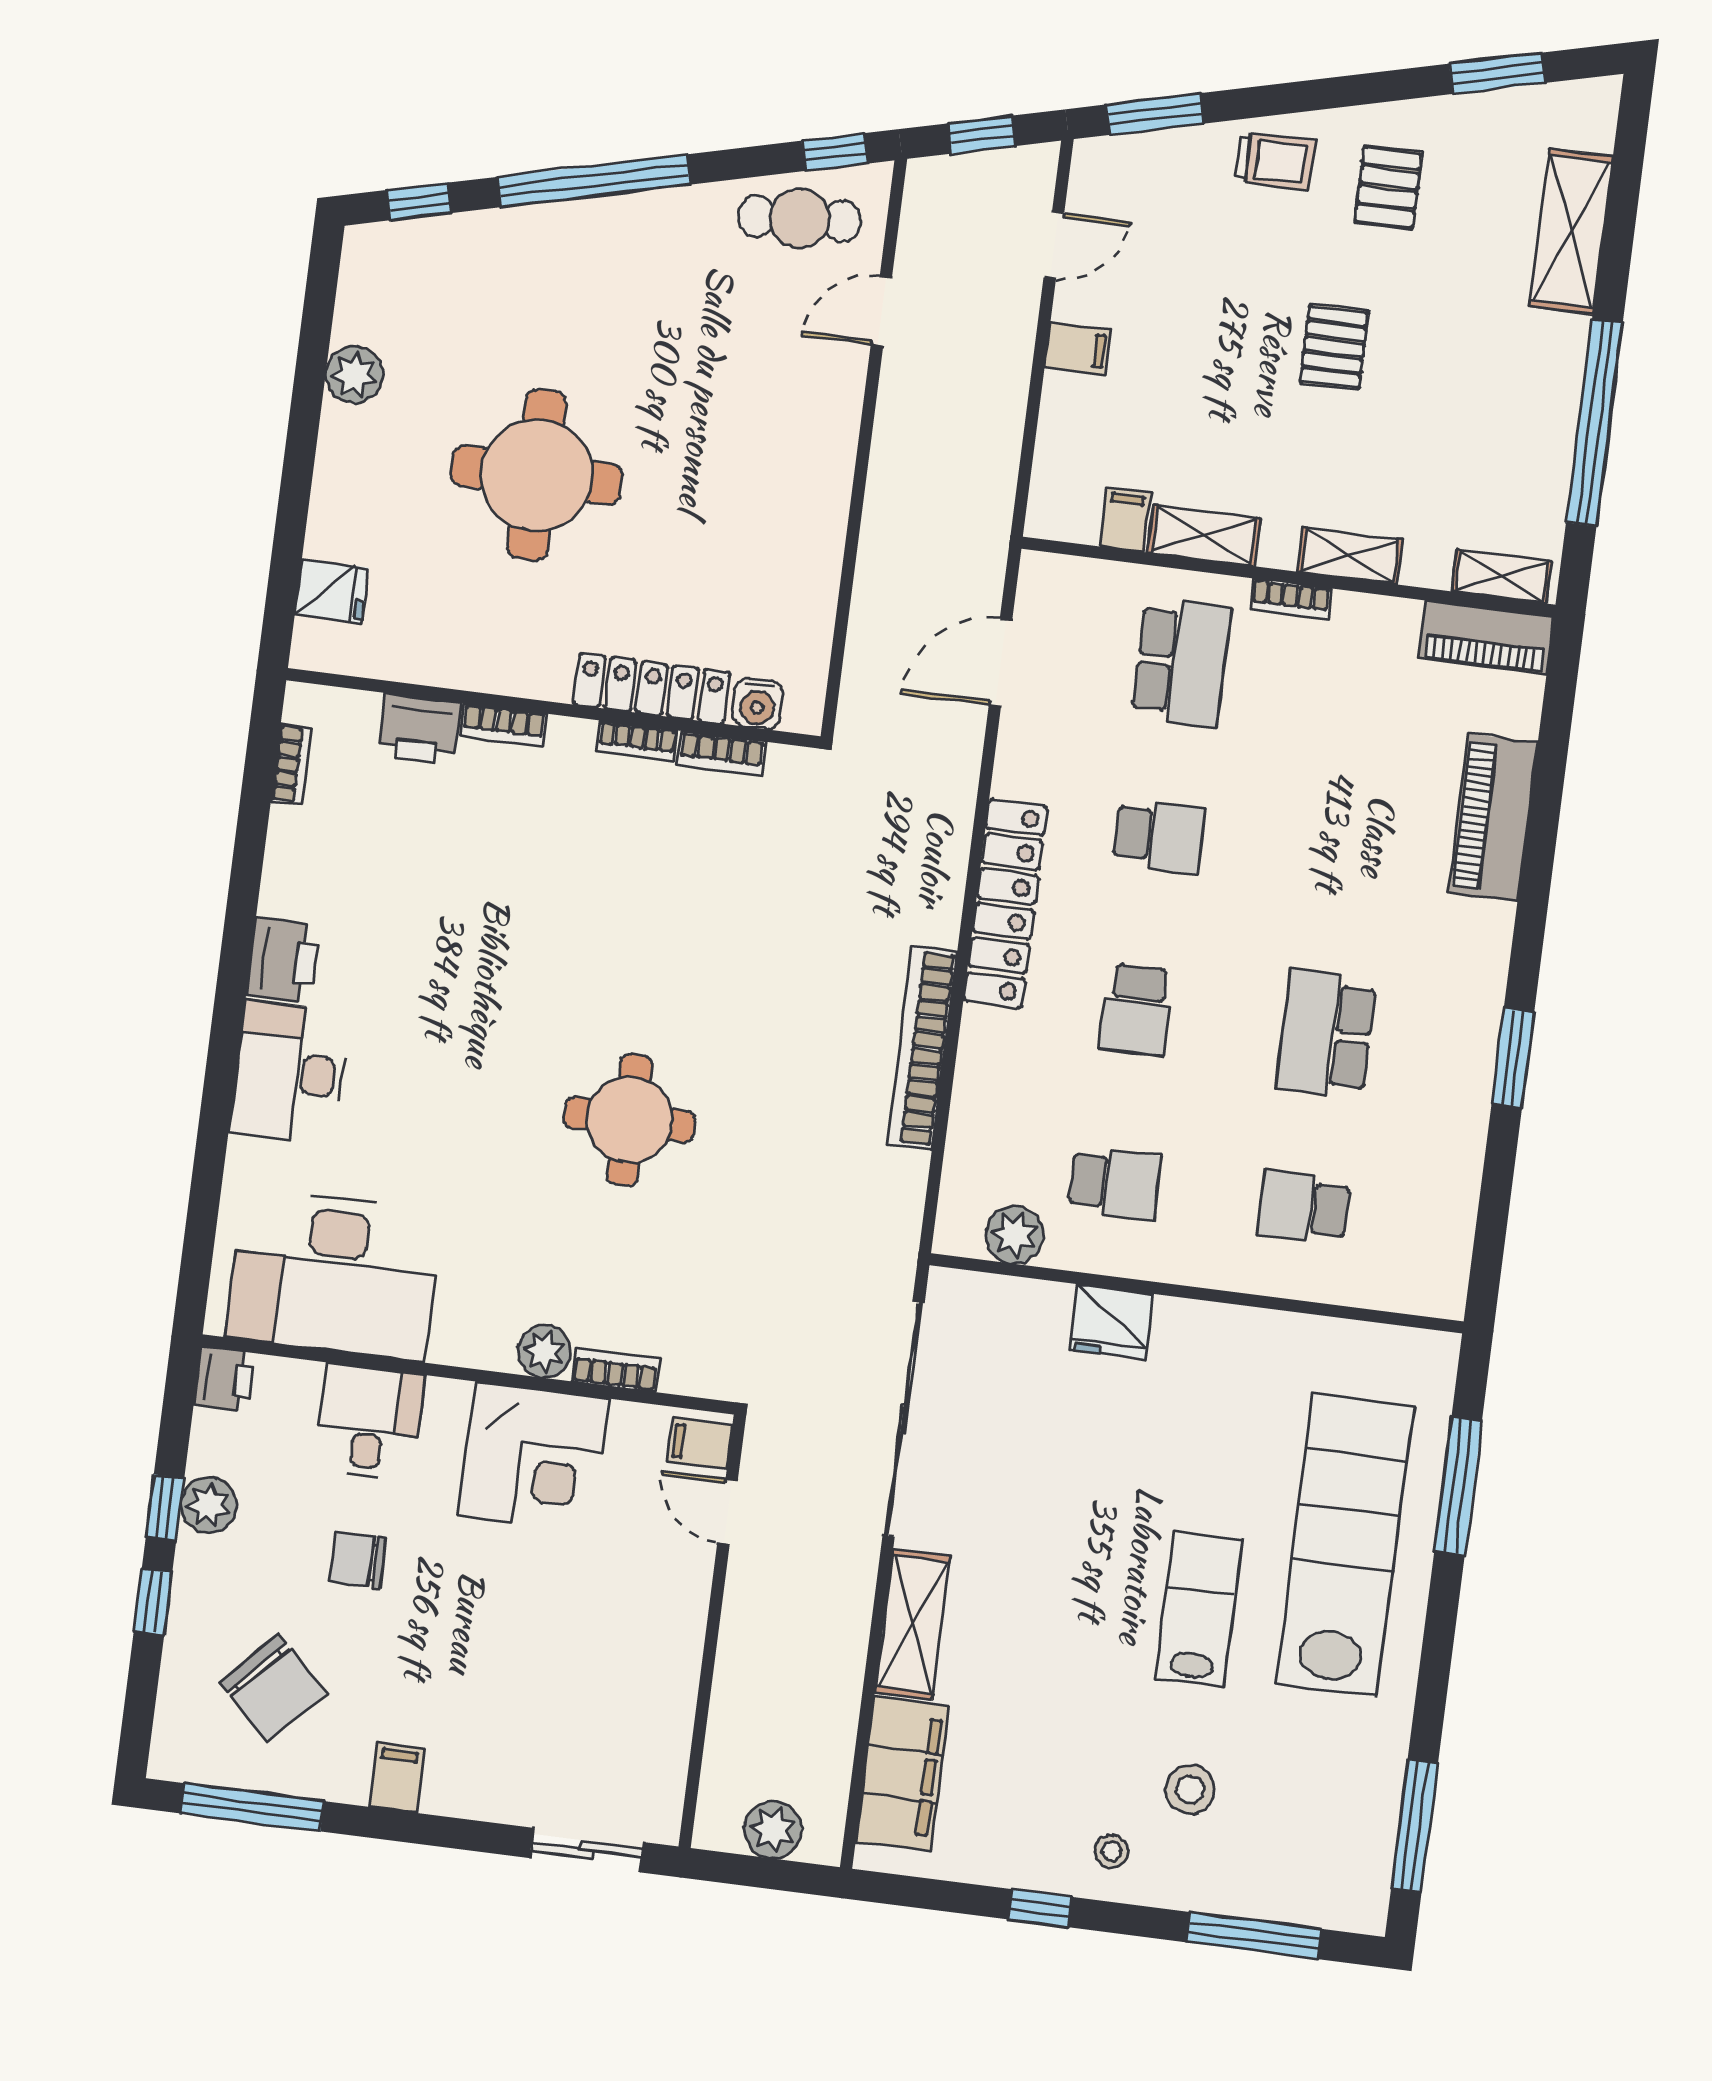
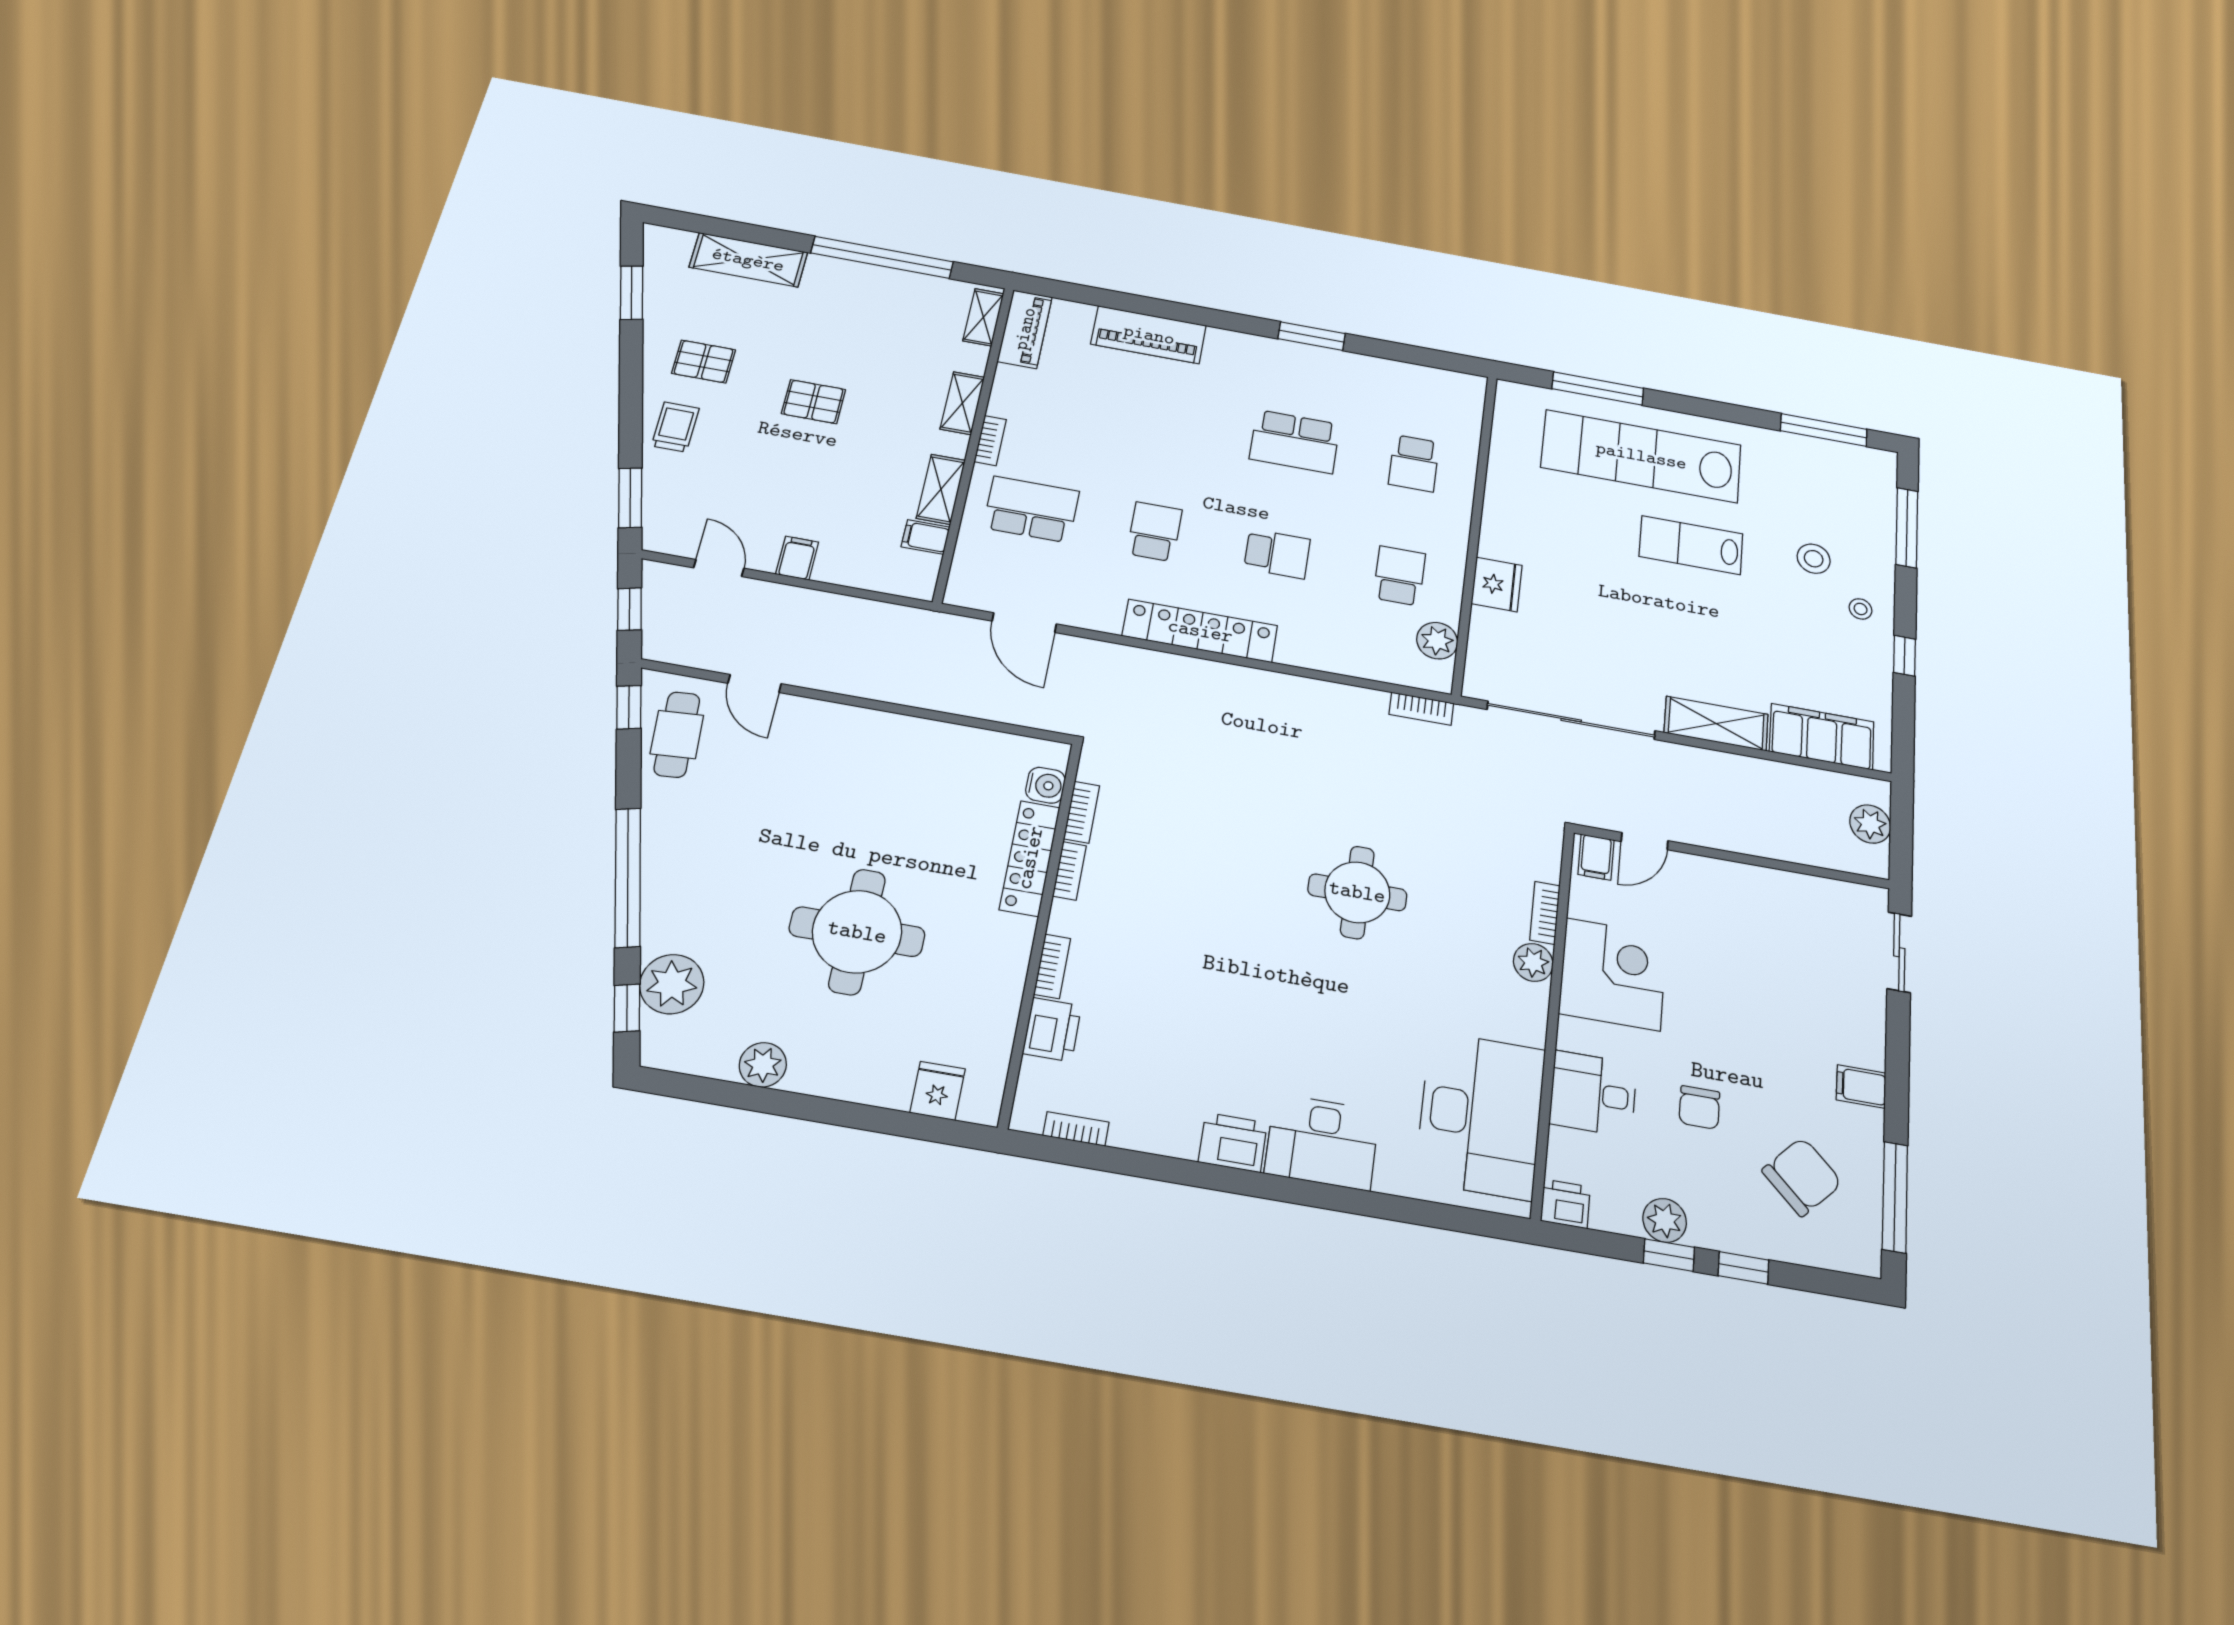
plant: (453, 252) -> (672, 984), added
bookcase: (922, 1048) -> (1421, 709), moved, width x0.43, depth x0.76

